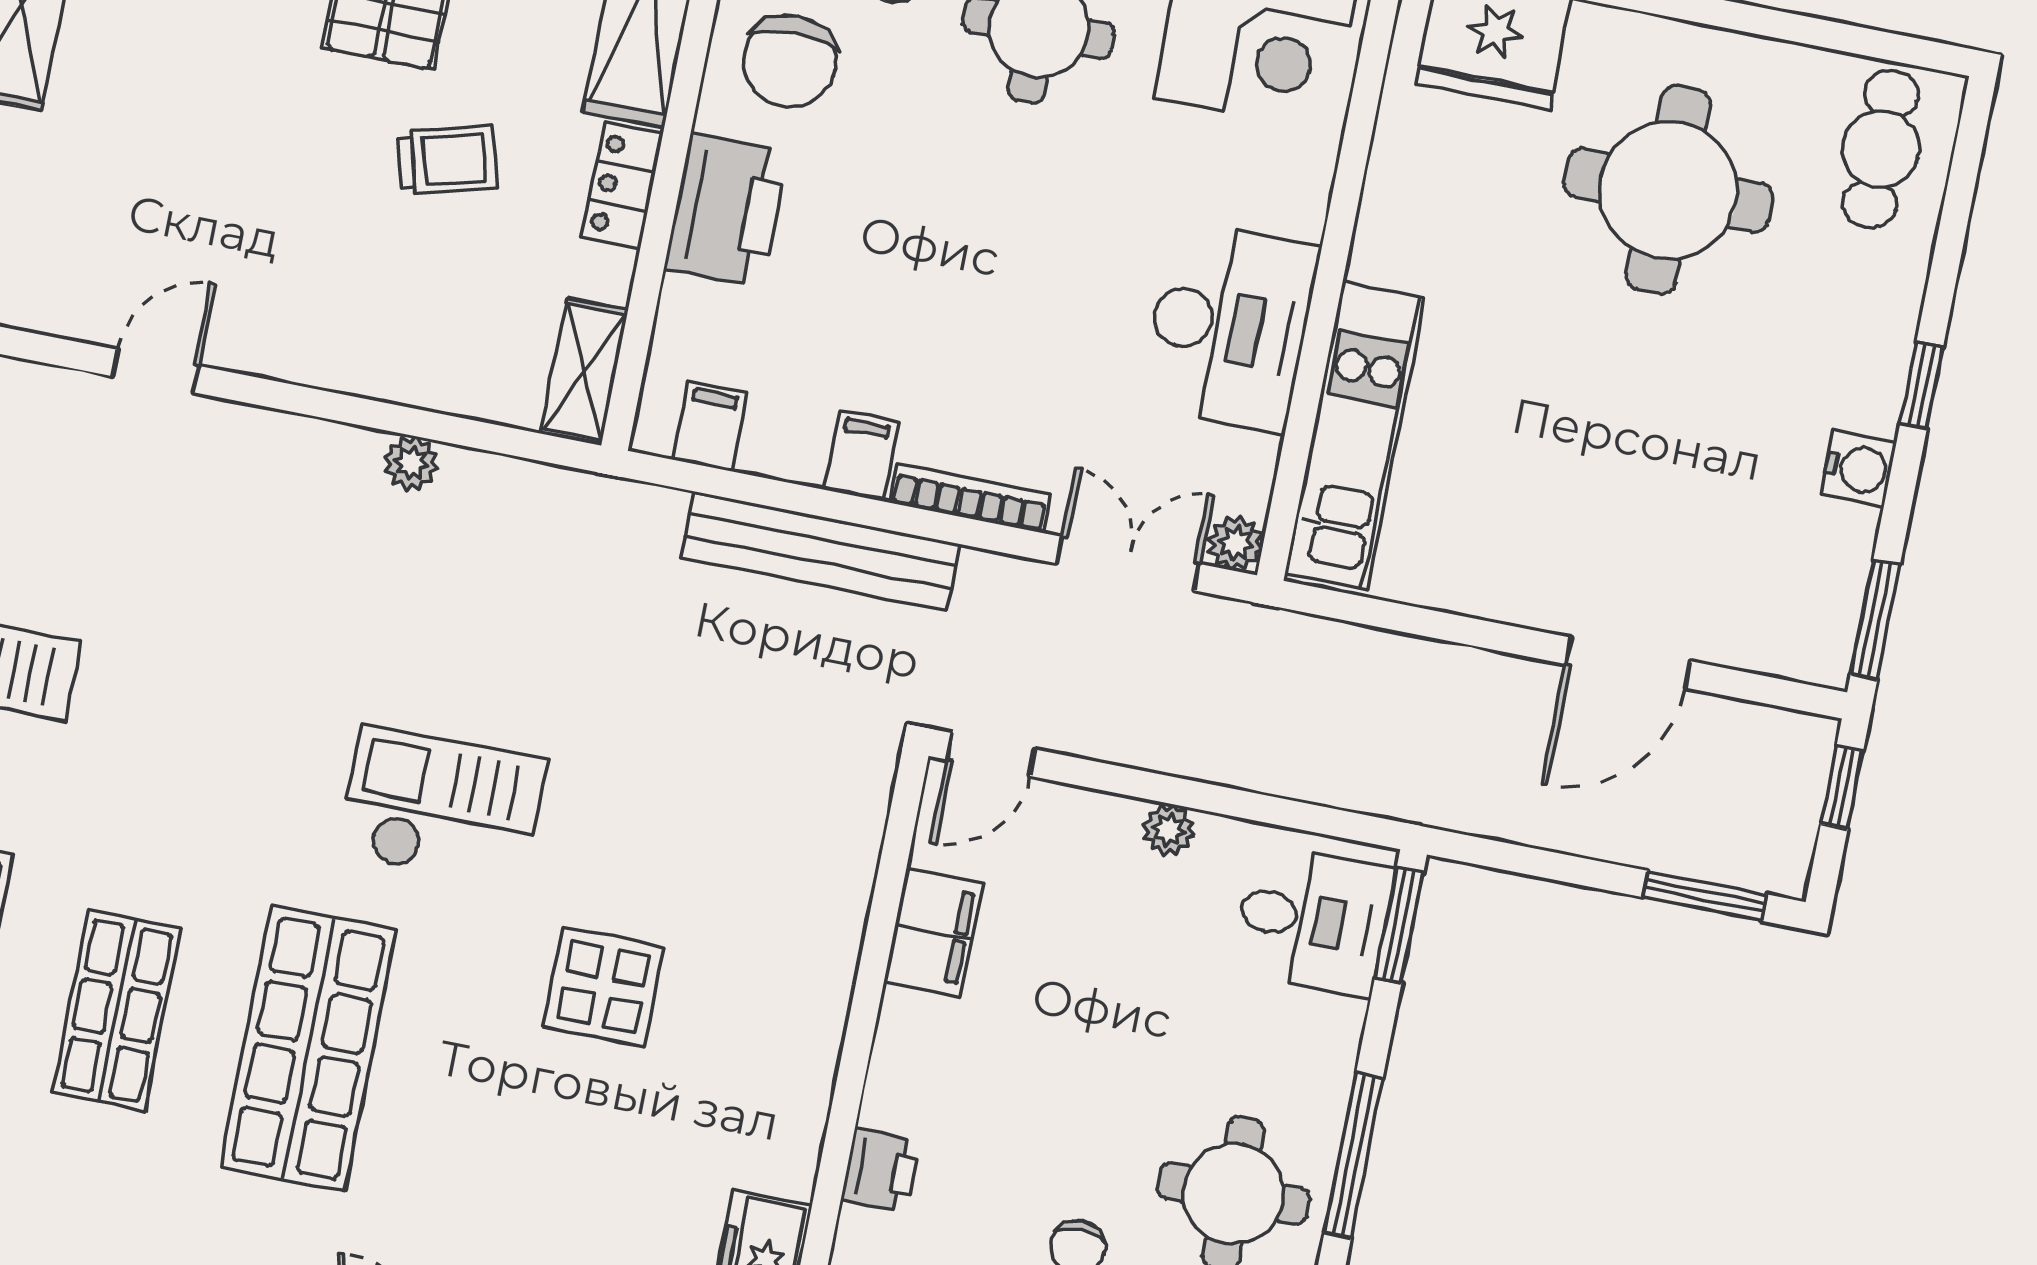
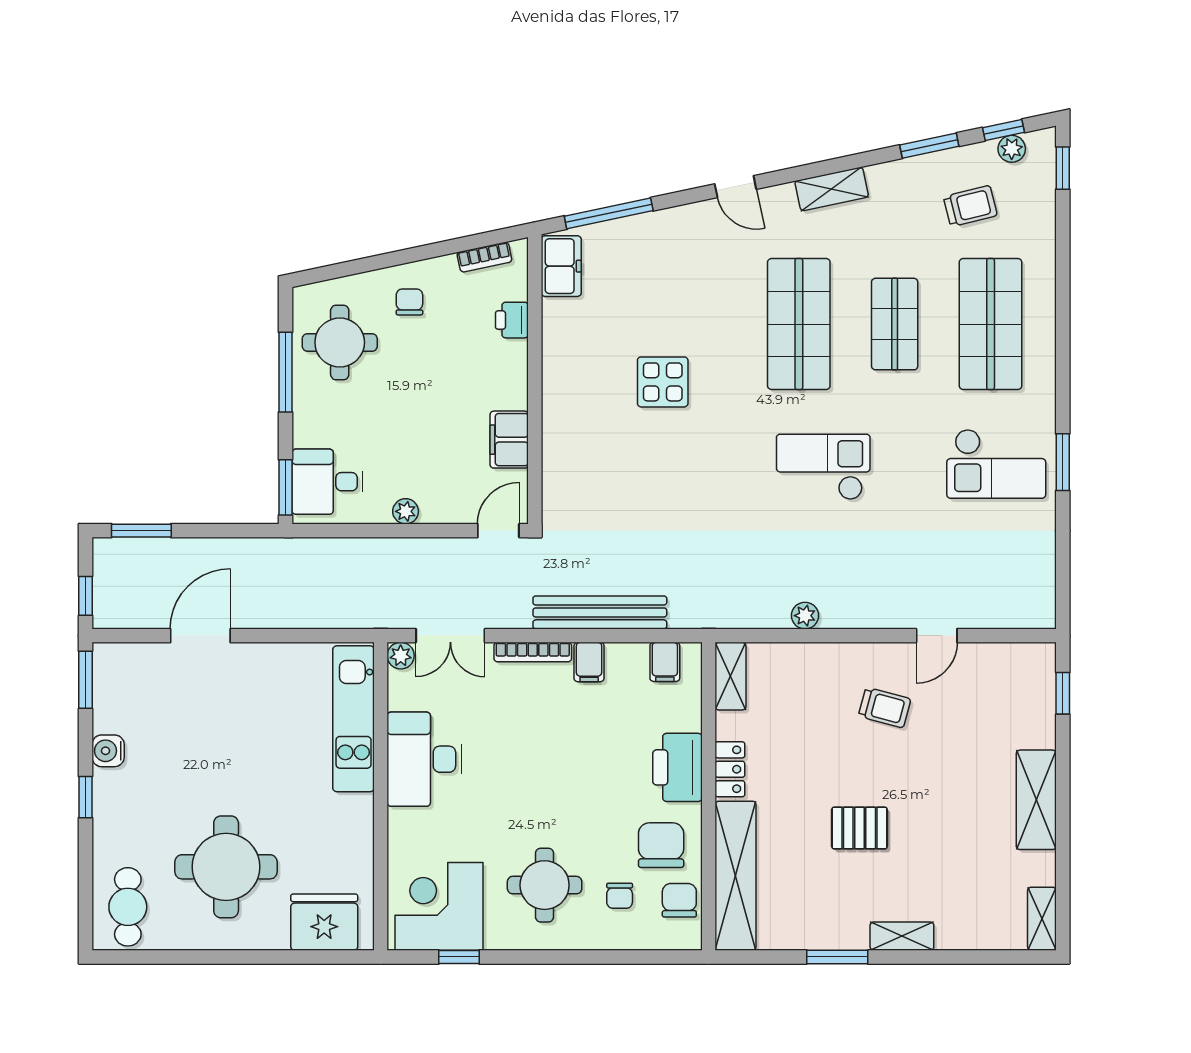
trolley: (447, 160) -> (885, 708), moved, turned -150
checkout: (442, 807) -> (823, 467), moved, turned 180

